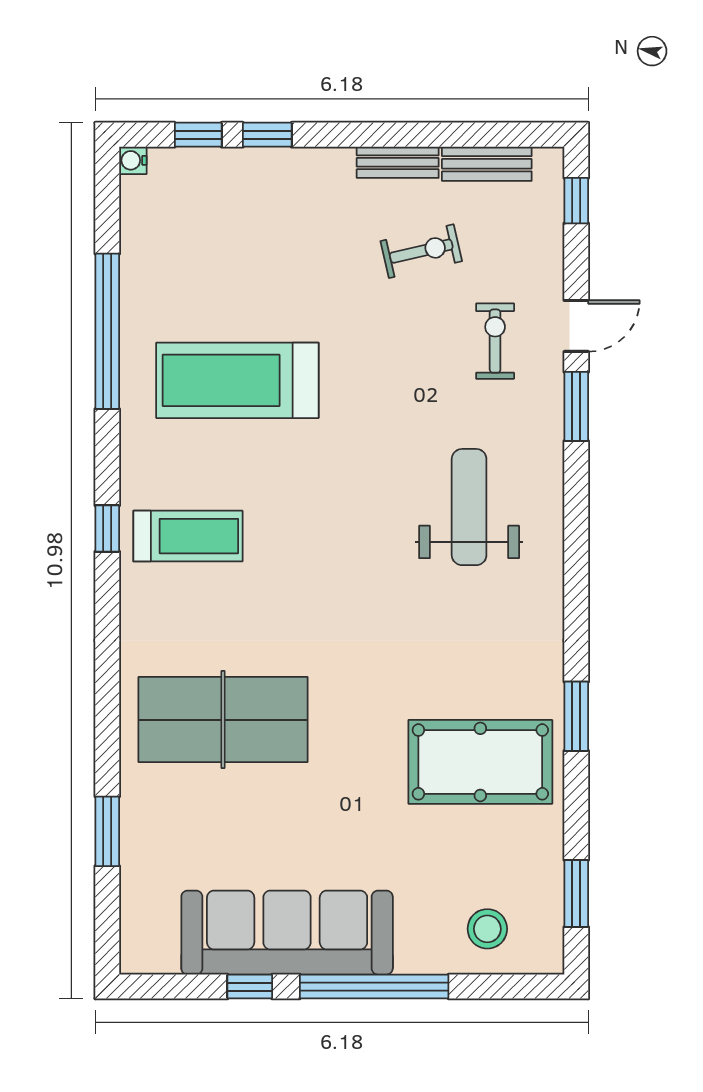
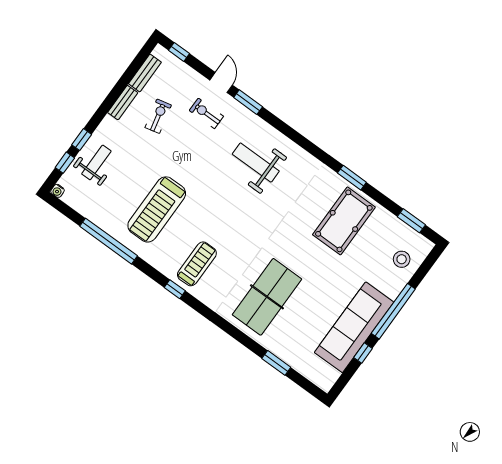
weight bench: (243, 196) -> (96, 162), added

